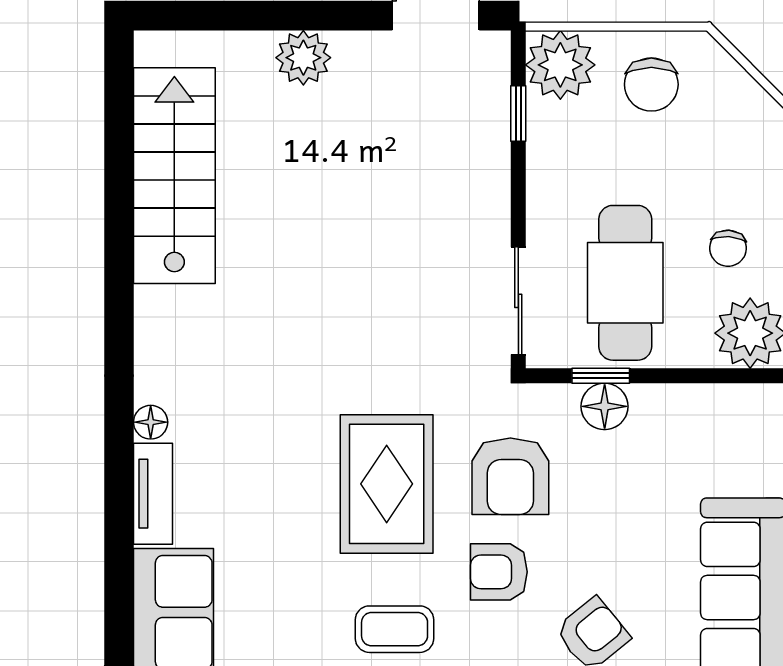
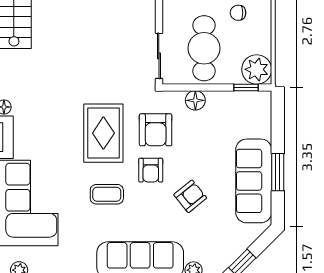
chair: (728, 248) -> (238, 13), moved, turned 86
window: (601, 376) -> (246, 87), moved
armchair: (499, 572) -> (151, 170), turned -90

